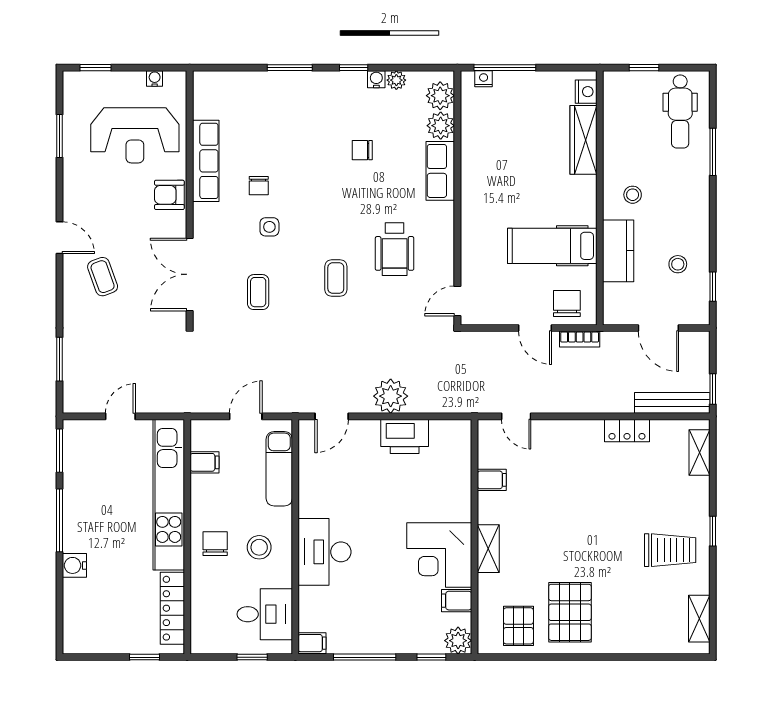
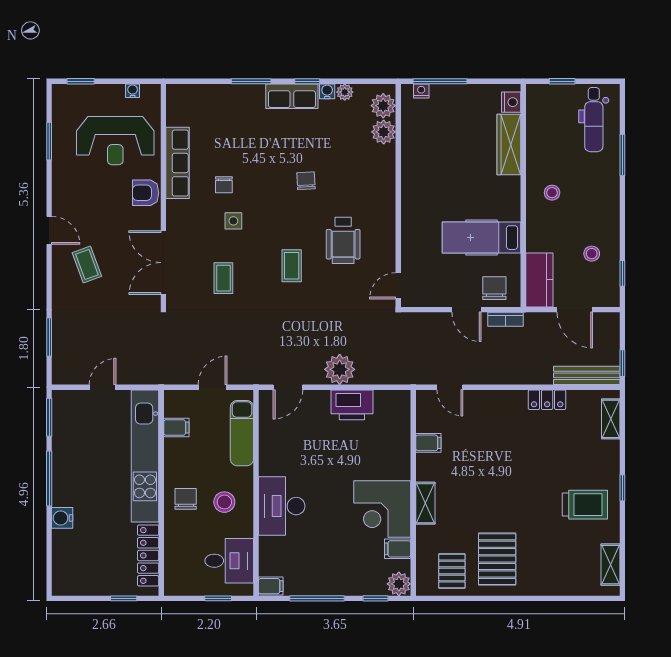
chair: (362, 150) -> (306, 181), moved, turned 87
row of seats: (440, 171) -> (292, 96), moved, turned -90
kitchen counter: (618, 251) -> (539, 280), moved

